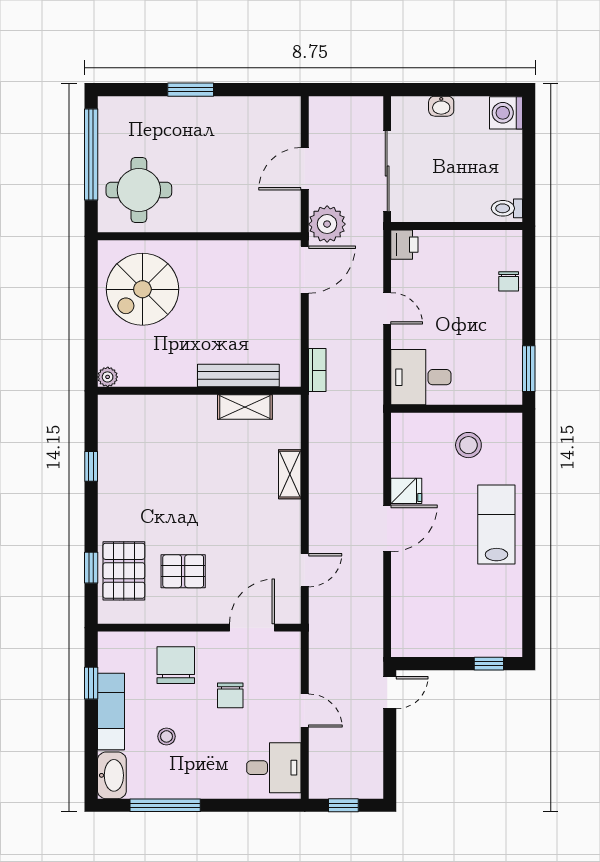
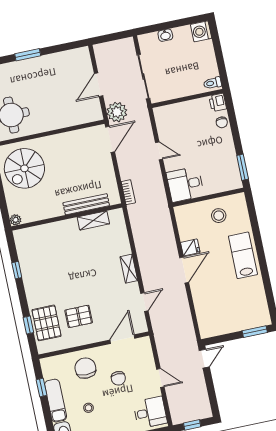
printer: (404, 245) -> (218, 102), moved, turned 180
shelving: (290, 474) -> (129, 269), moved
window: (489, 664) -> (255, 332), width x1.50

